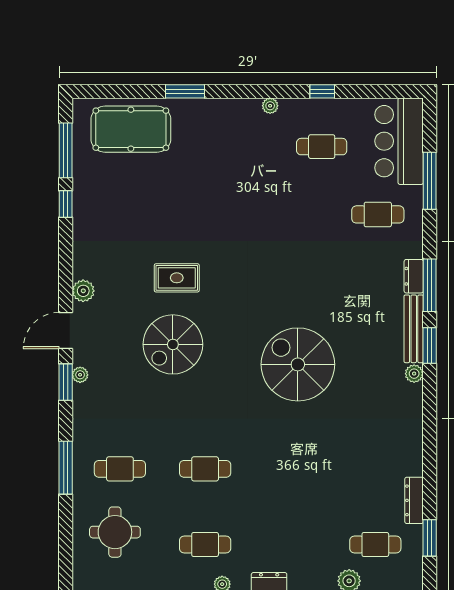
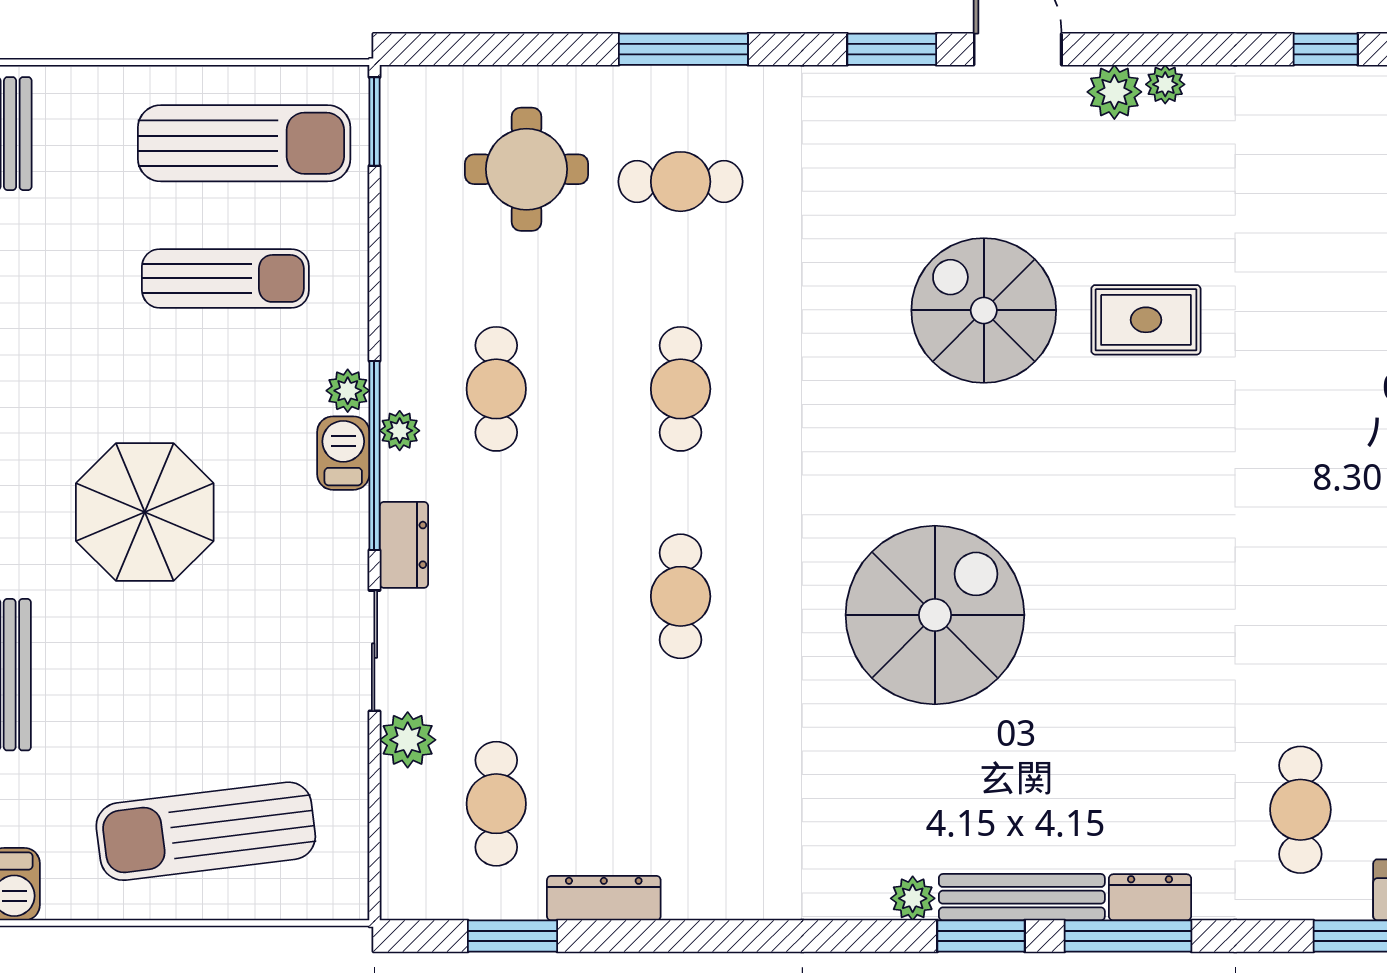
rug: (177, 278) -> (1146, 320), turned 90
plant: (80, 375) -> (1165, 84), moved
cafe table: (120, 469) -> (681, 182), turned 90
cafe table: (290, 469) -> (681, 596), added

